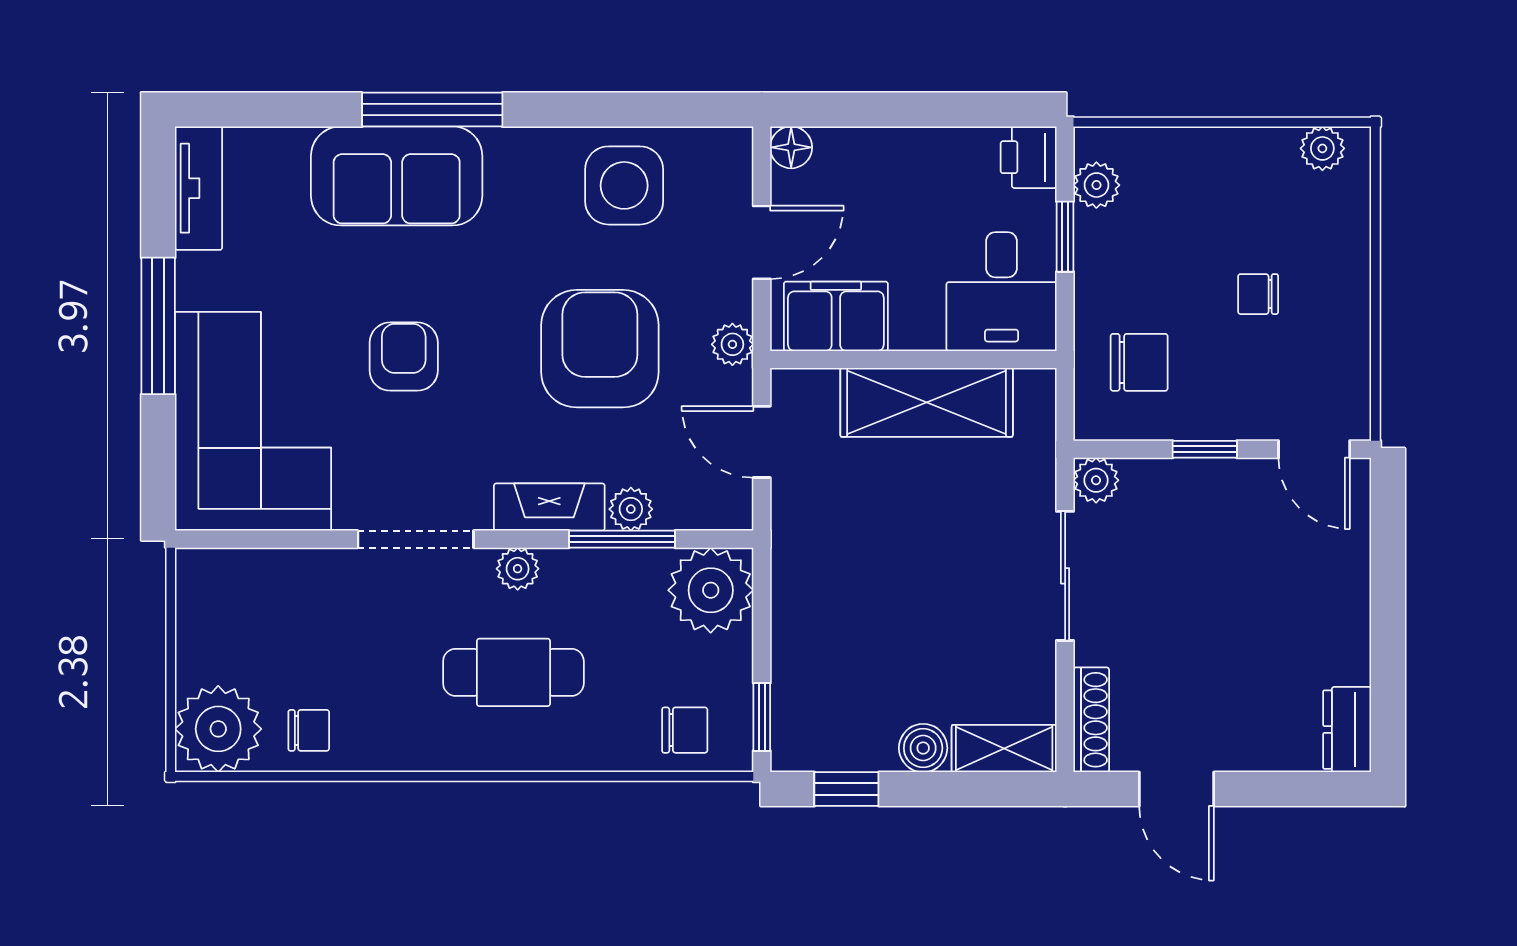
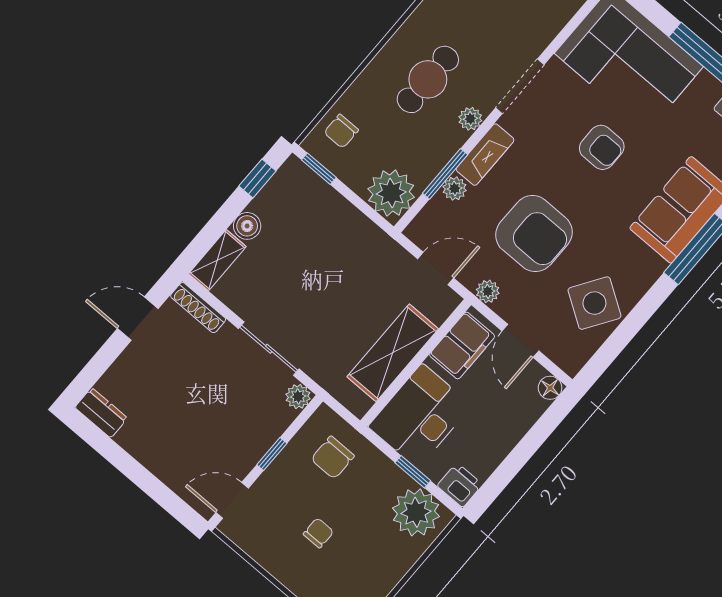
side table: (624, 185) -> (594, 303), turned 33
plant: (1096, 185) -> (416, 512), width x1.88, depth x1.88
desk: (1002, 292) -> (420, 416), width x1.37

